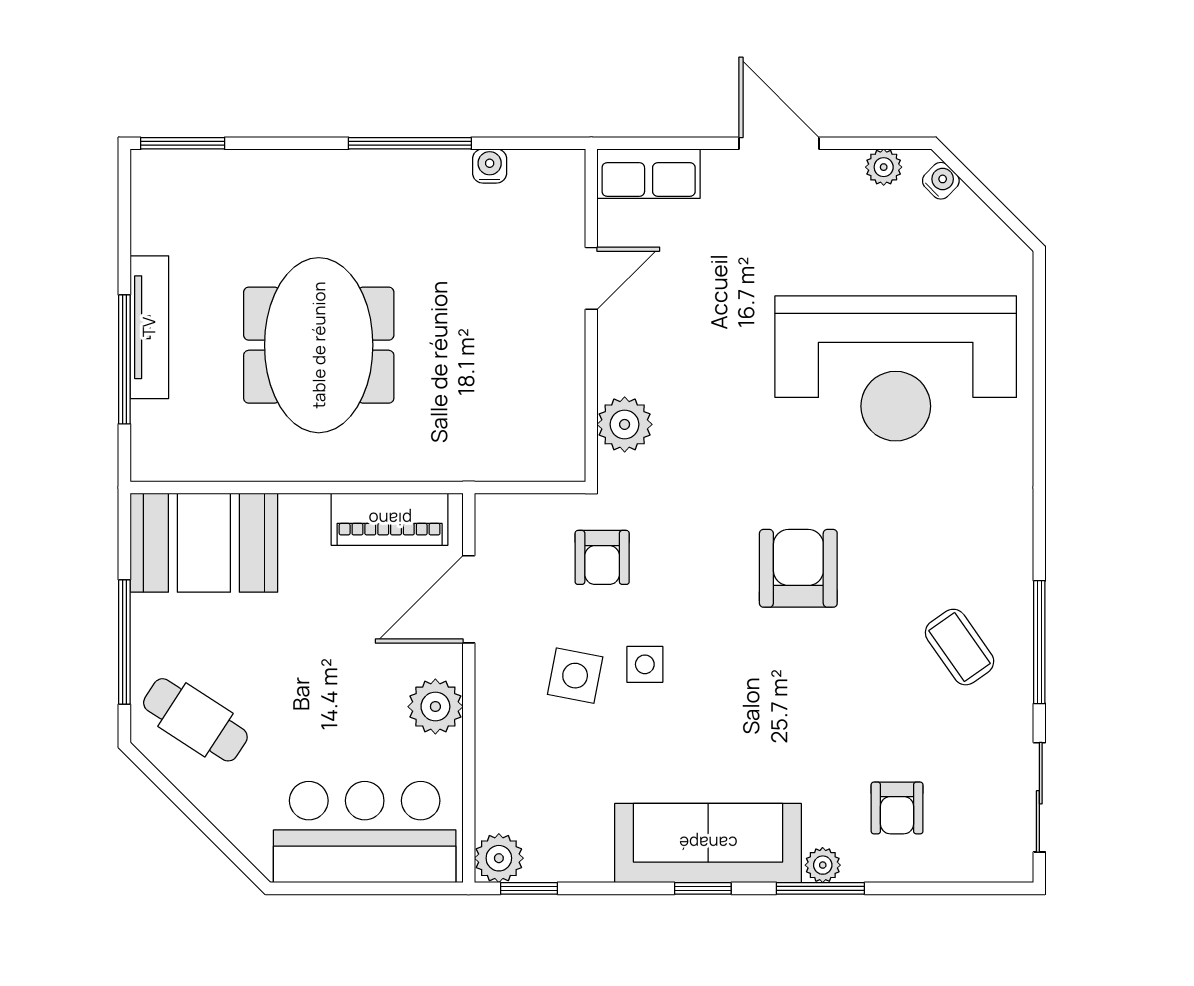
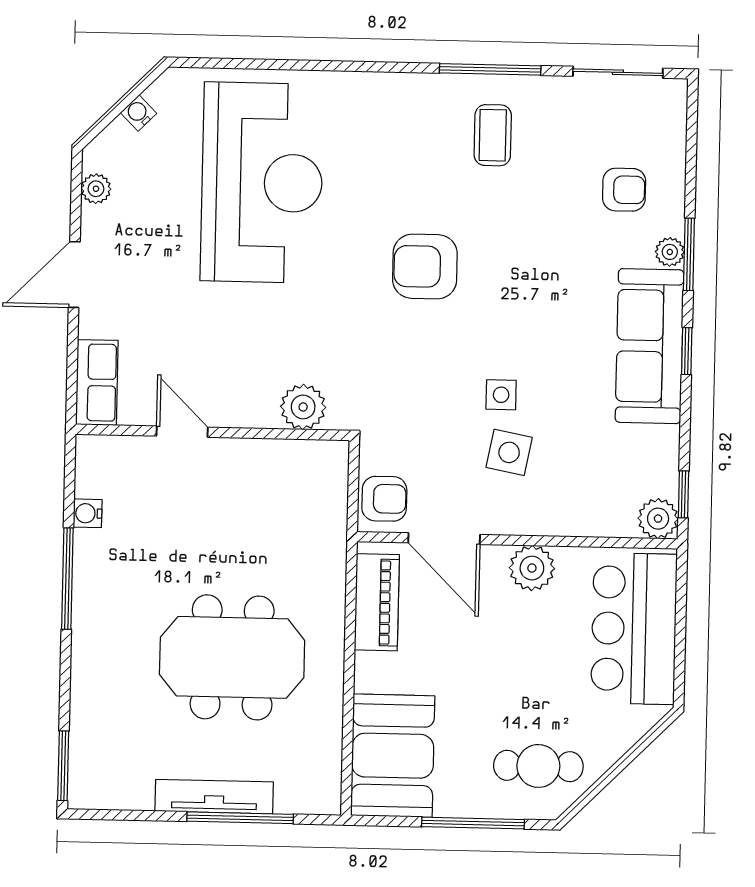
water cooler: (941, 181) -> (139, 113), moved
armchair: (602, 557) -> (384, 499), moved
coffee table: (960, 647) -> (493, 135), turned -55
cafe table: (195, 720) -> (538, 766), turned 57

